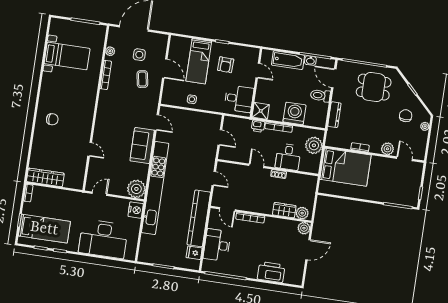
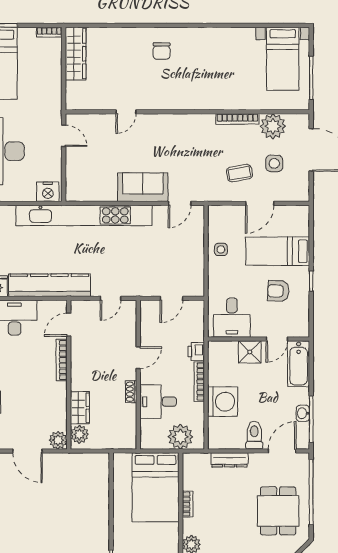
plant: (110, 51) -> (273, 126), width x1.88, depth x1.88
bed with nightstands: (67, 56) -> (283, 59), moved
bathtub: (288, 60) -> (299, 364), moved
shower: (261, 111) -> (250, 352), moved
plant: (136, 189) -> (79, 188), removed

